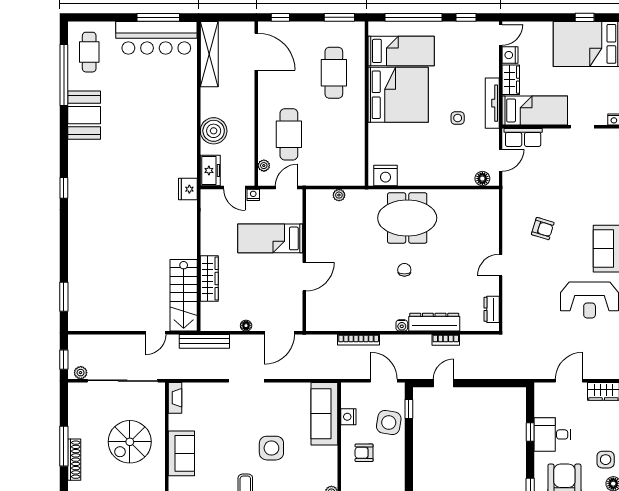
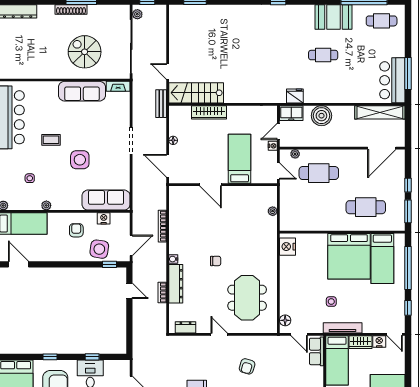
window: (280, 17) -> (408, 185), moved
bar counter: (156, 38) -> (392, 80), width x0.73
cafe table: (134, 129) -> (323, 55), added
fridge: (188, 189) -> (295, 96), moved
meeting table: (407, 218) -> (247, 298), moved
bench: (204, 341) -> (161, 104), width x0.73
sofa: (181, 453) -> (82, 91), width x1.36

